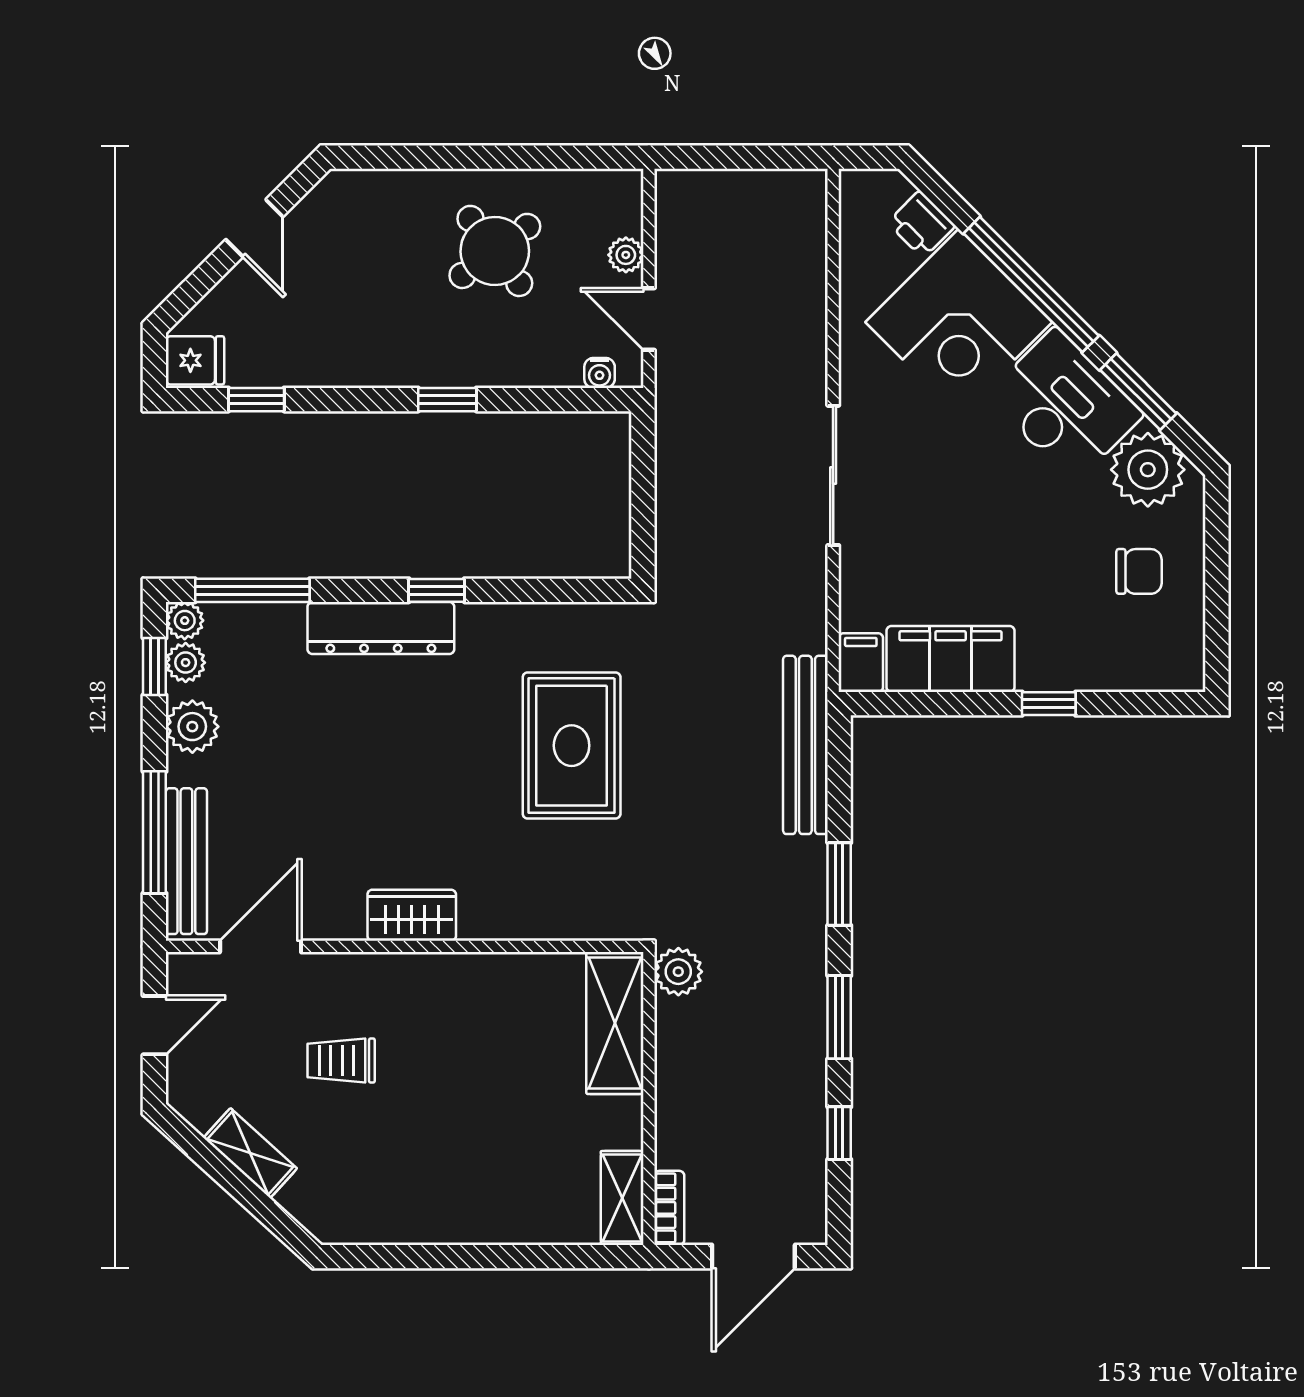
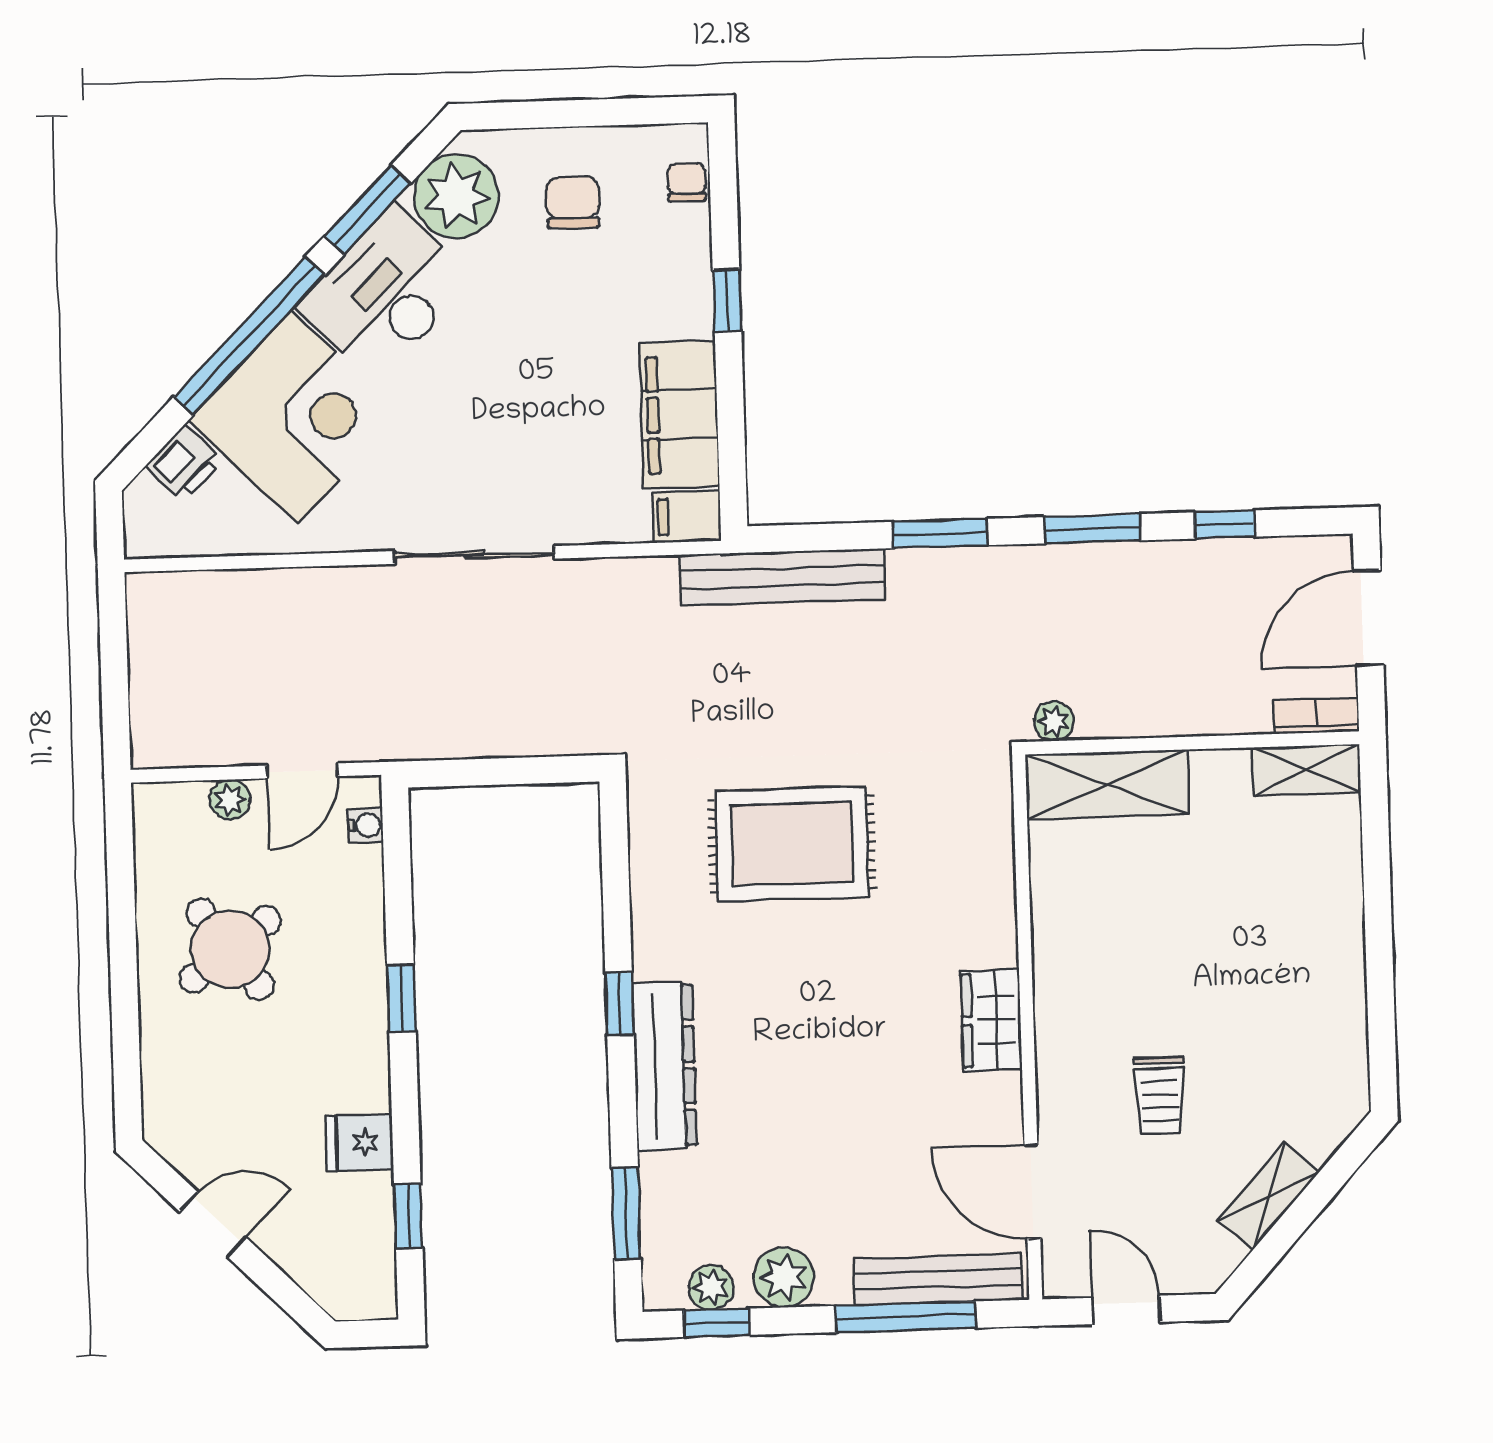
fridge: (195, 360) -> (360, 1142), moved, turned -90
window: (252, 590) -> (626, 1214), width x0.69
plant: (185, 621) -> (663, 1290), removed
chair: (1154, 672) -> (687, 182), added
plant: (678, 972) -> (1054, 721), width x0.73, depth x0.73
door: (753, 1257) -> (1369, 618), swing flipped

